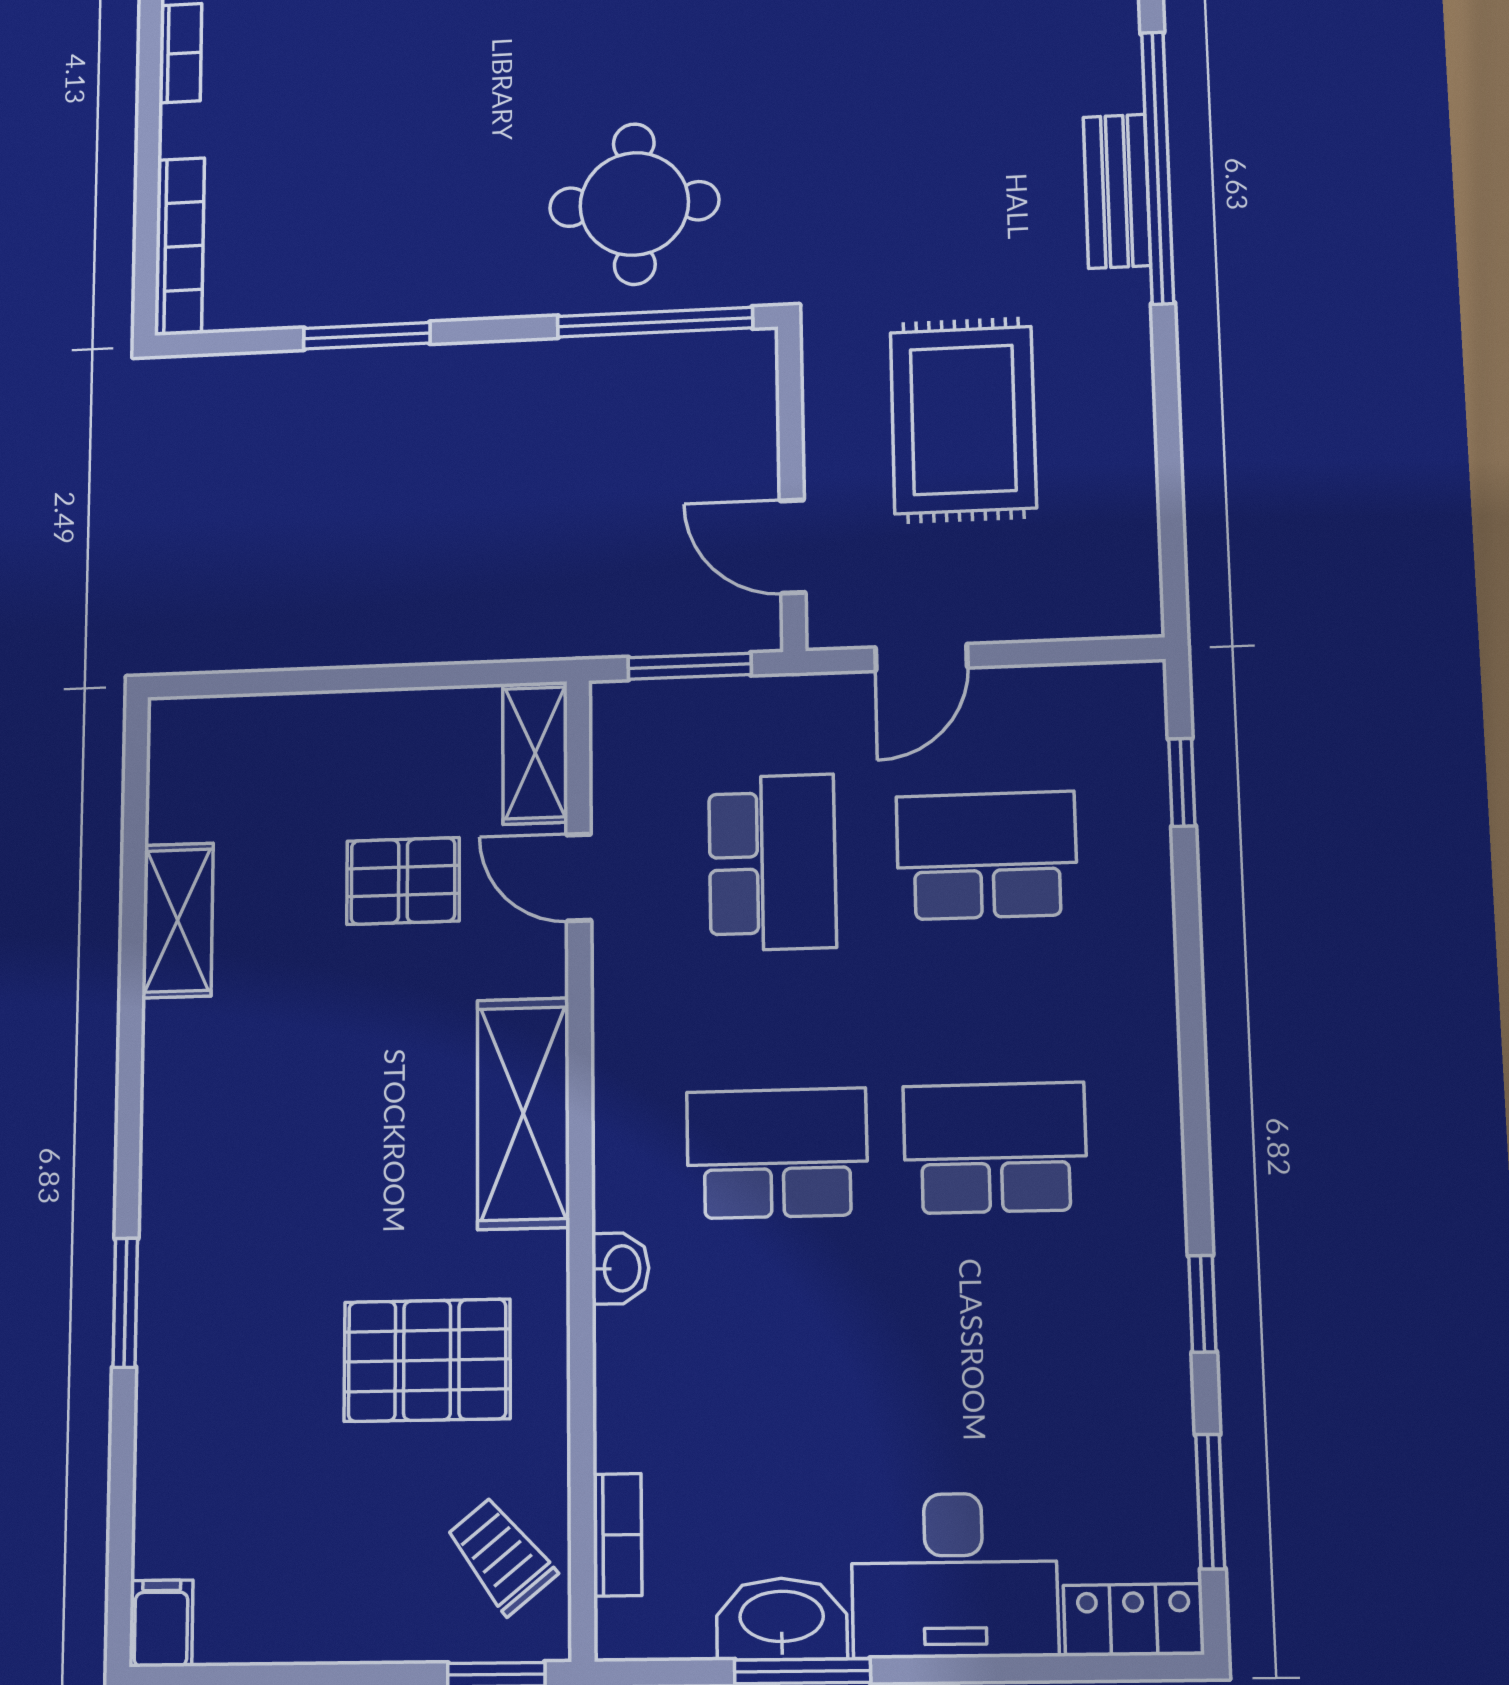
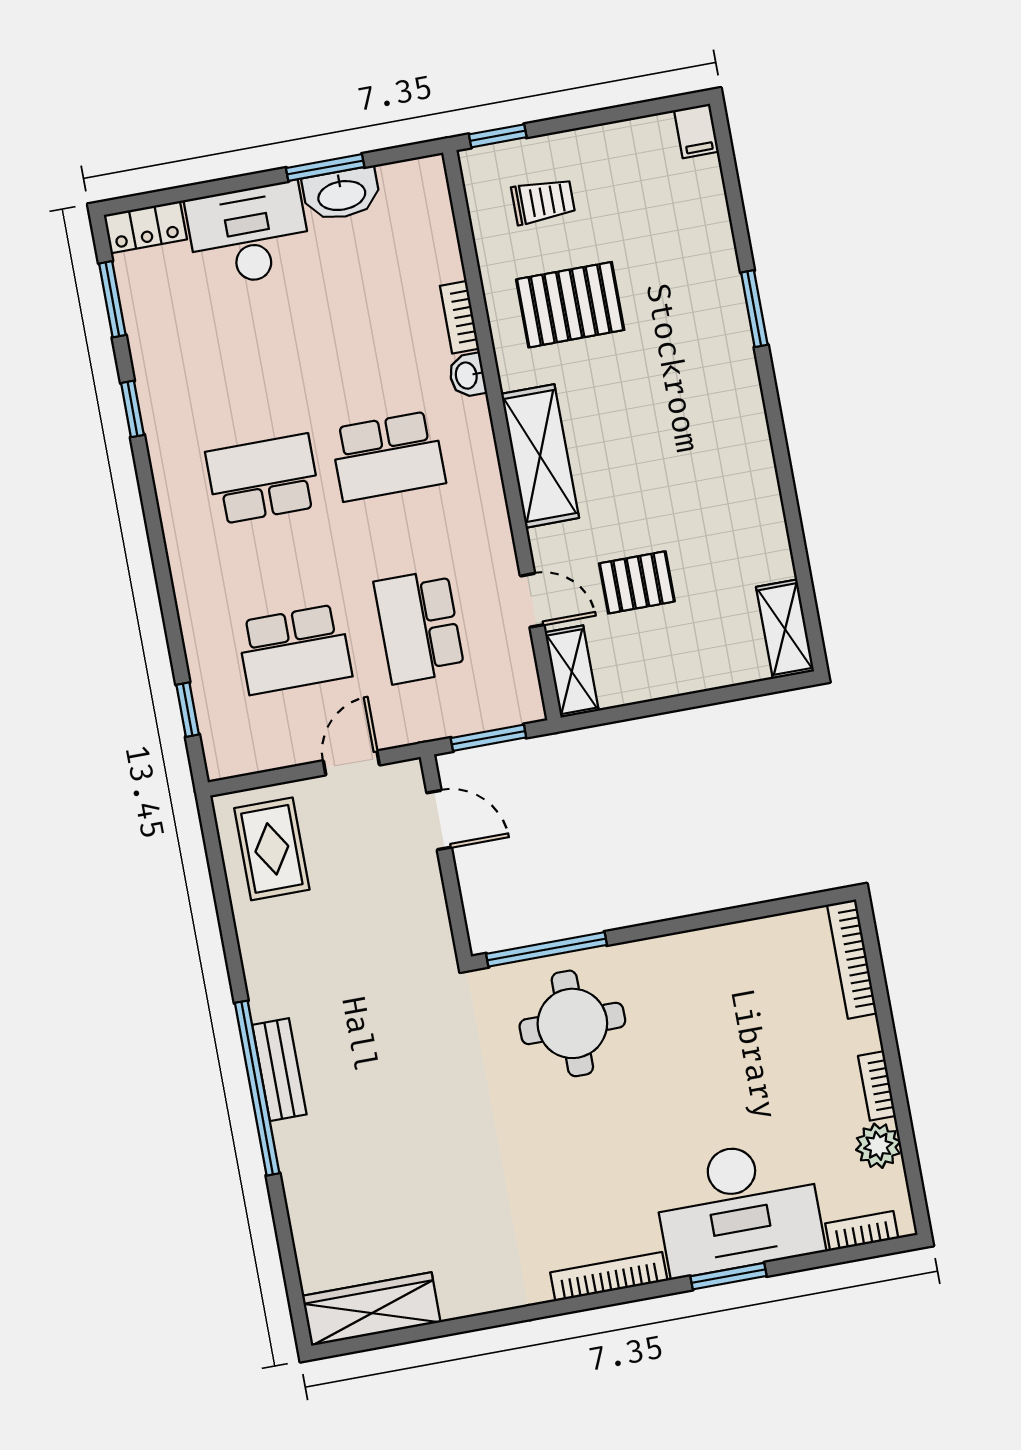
window: (367, 336) -> (723, 917), removed
rug: (963, 420) -> (272, 849), moved, width x0.73, depth x0.70
shelving: (178, 920) -> (785, 629), moved
school desk: (995, 1148) -> (263, 479), turned 180
bookcase: (617, 1535) -> (460, 317), moved
trolley: (501, 1555) -> (543, 201), moved, turned -51

